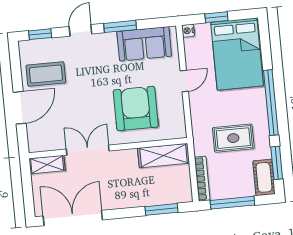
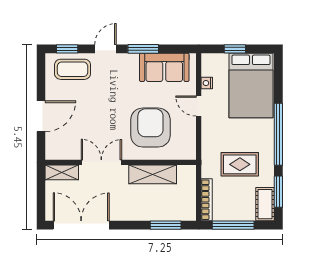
nightstand: (188, 31) -> (207, 83), moved
coffee table: (46, 74) -> (73, 69), moved
door: (184, 81) -> (199, 106), swing flipped
shelving: (164, 156) -> (153, 174), moved

